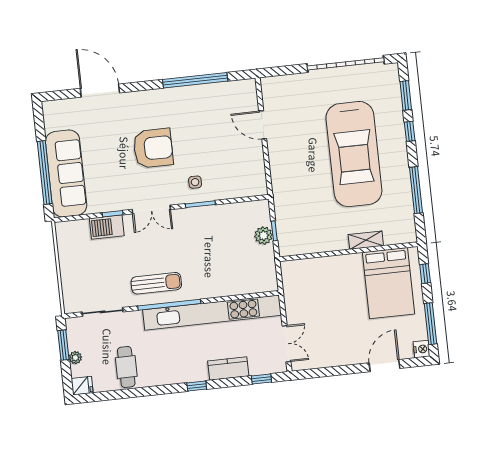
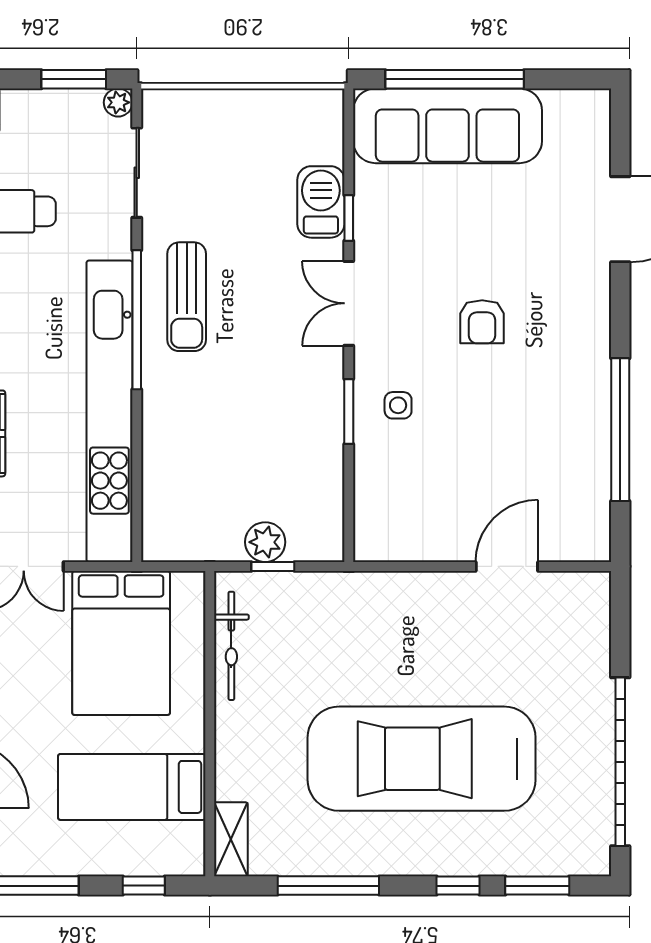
armchair: (153, 148) -> (482, 322), width x0.53, depth x0.53
shelving: (366, 240) -> (231, 839), moved
bicycle: (312, 246) -> (231, 646), added
bed: (389, 283) -> (132, 787), width x0.67
bed: (316, 296) -> (121, 643), added
plant: (75, 358) -> (118, 102), moved

